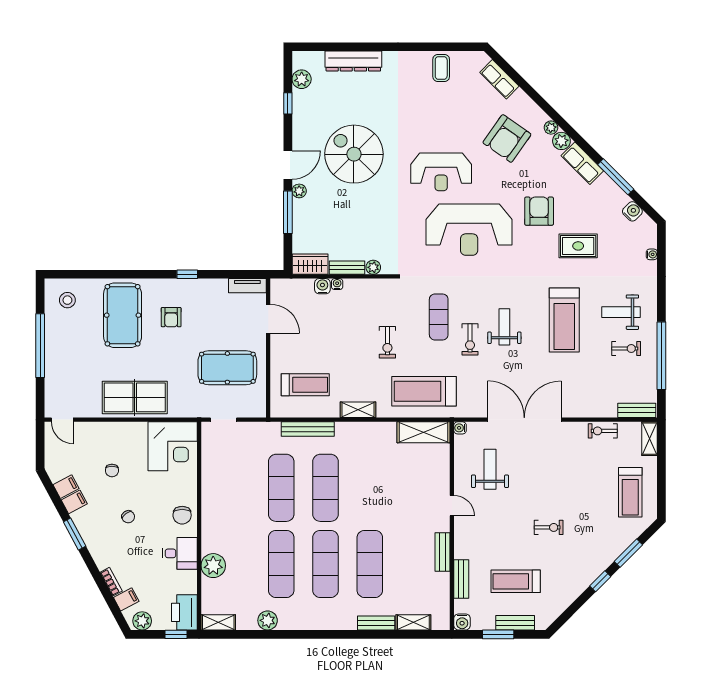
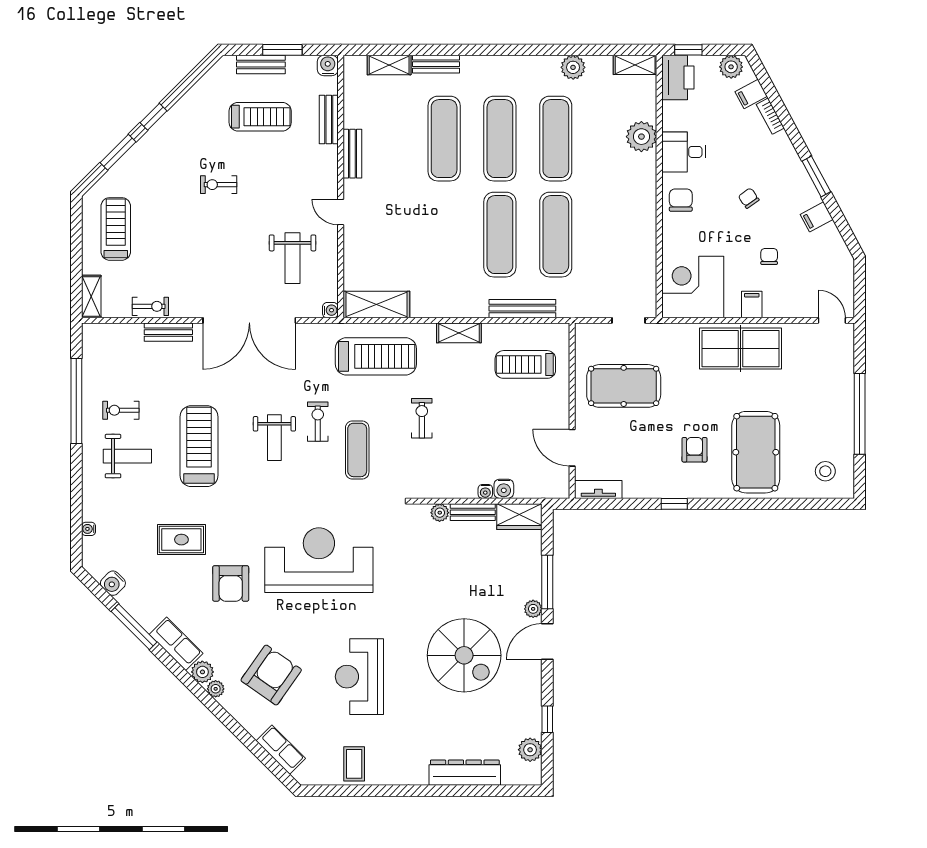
reception desk: (441, 172) -> (359, 677), moved, turned -90
bench: (637, 410) -> (168, 332), moved
filing cabinet: (66, 487) -> (752, 305), moved, turned 118

